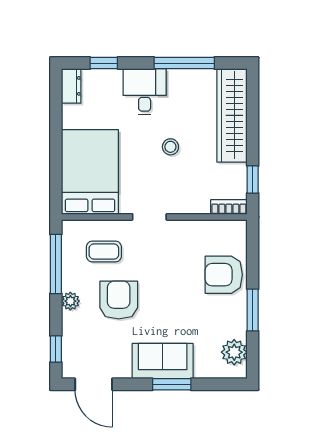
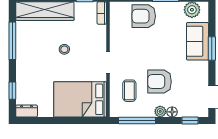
desk: (145, 92) -> (30, 65), removed
armchair: (224, 275) -> (144, 16), turned 90
floor lamp: (70, 320) -> (172, 112), added
sofa: (163, 361) -> (197, 41), moved

